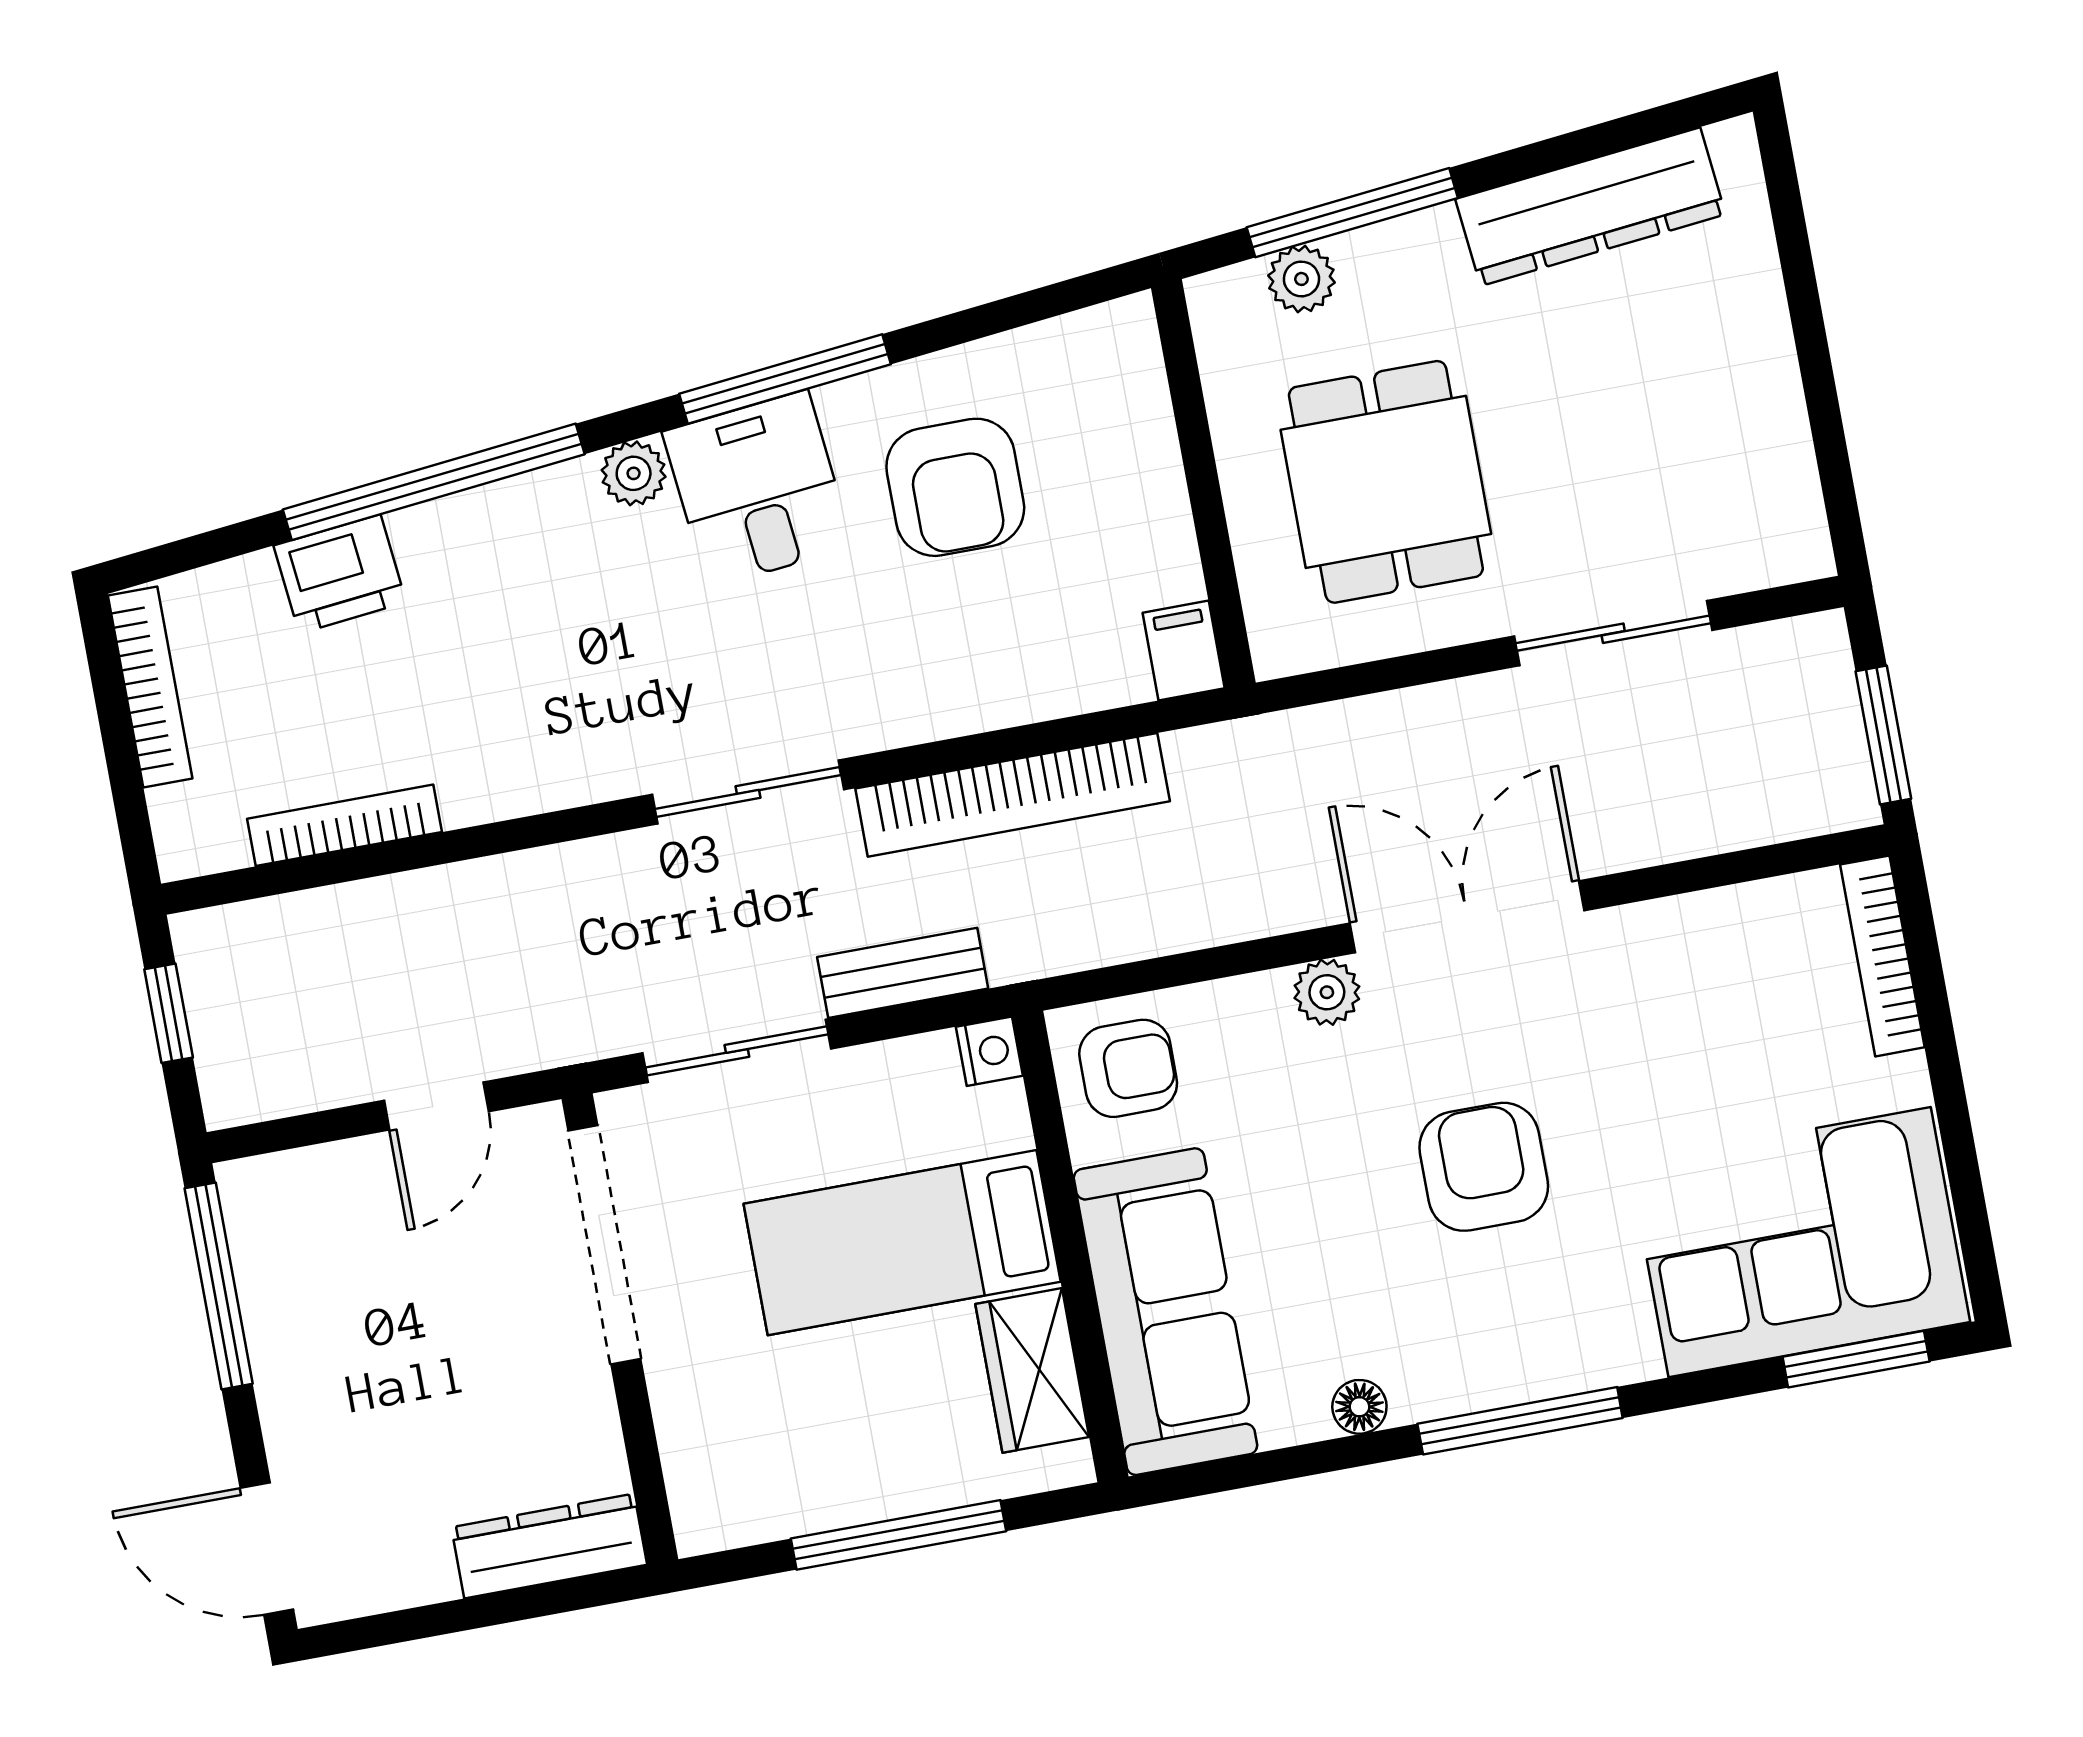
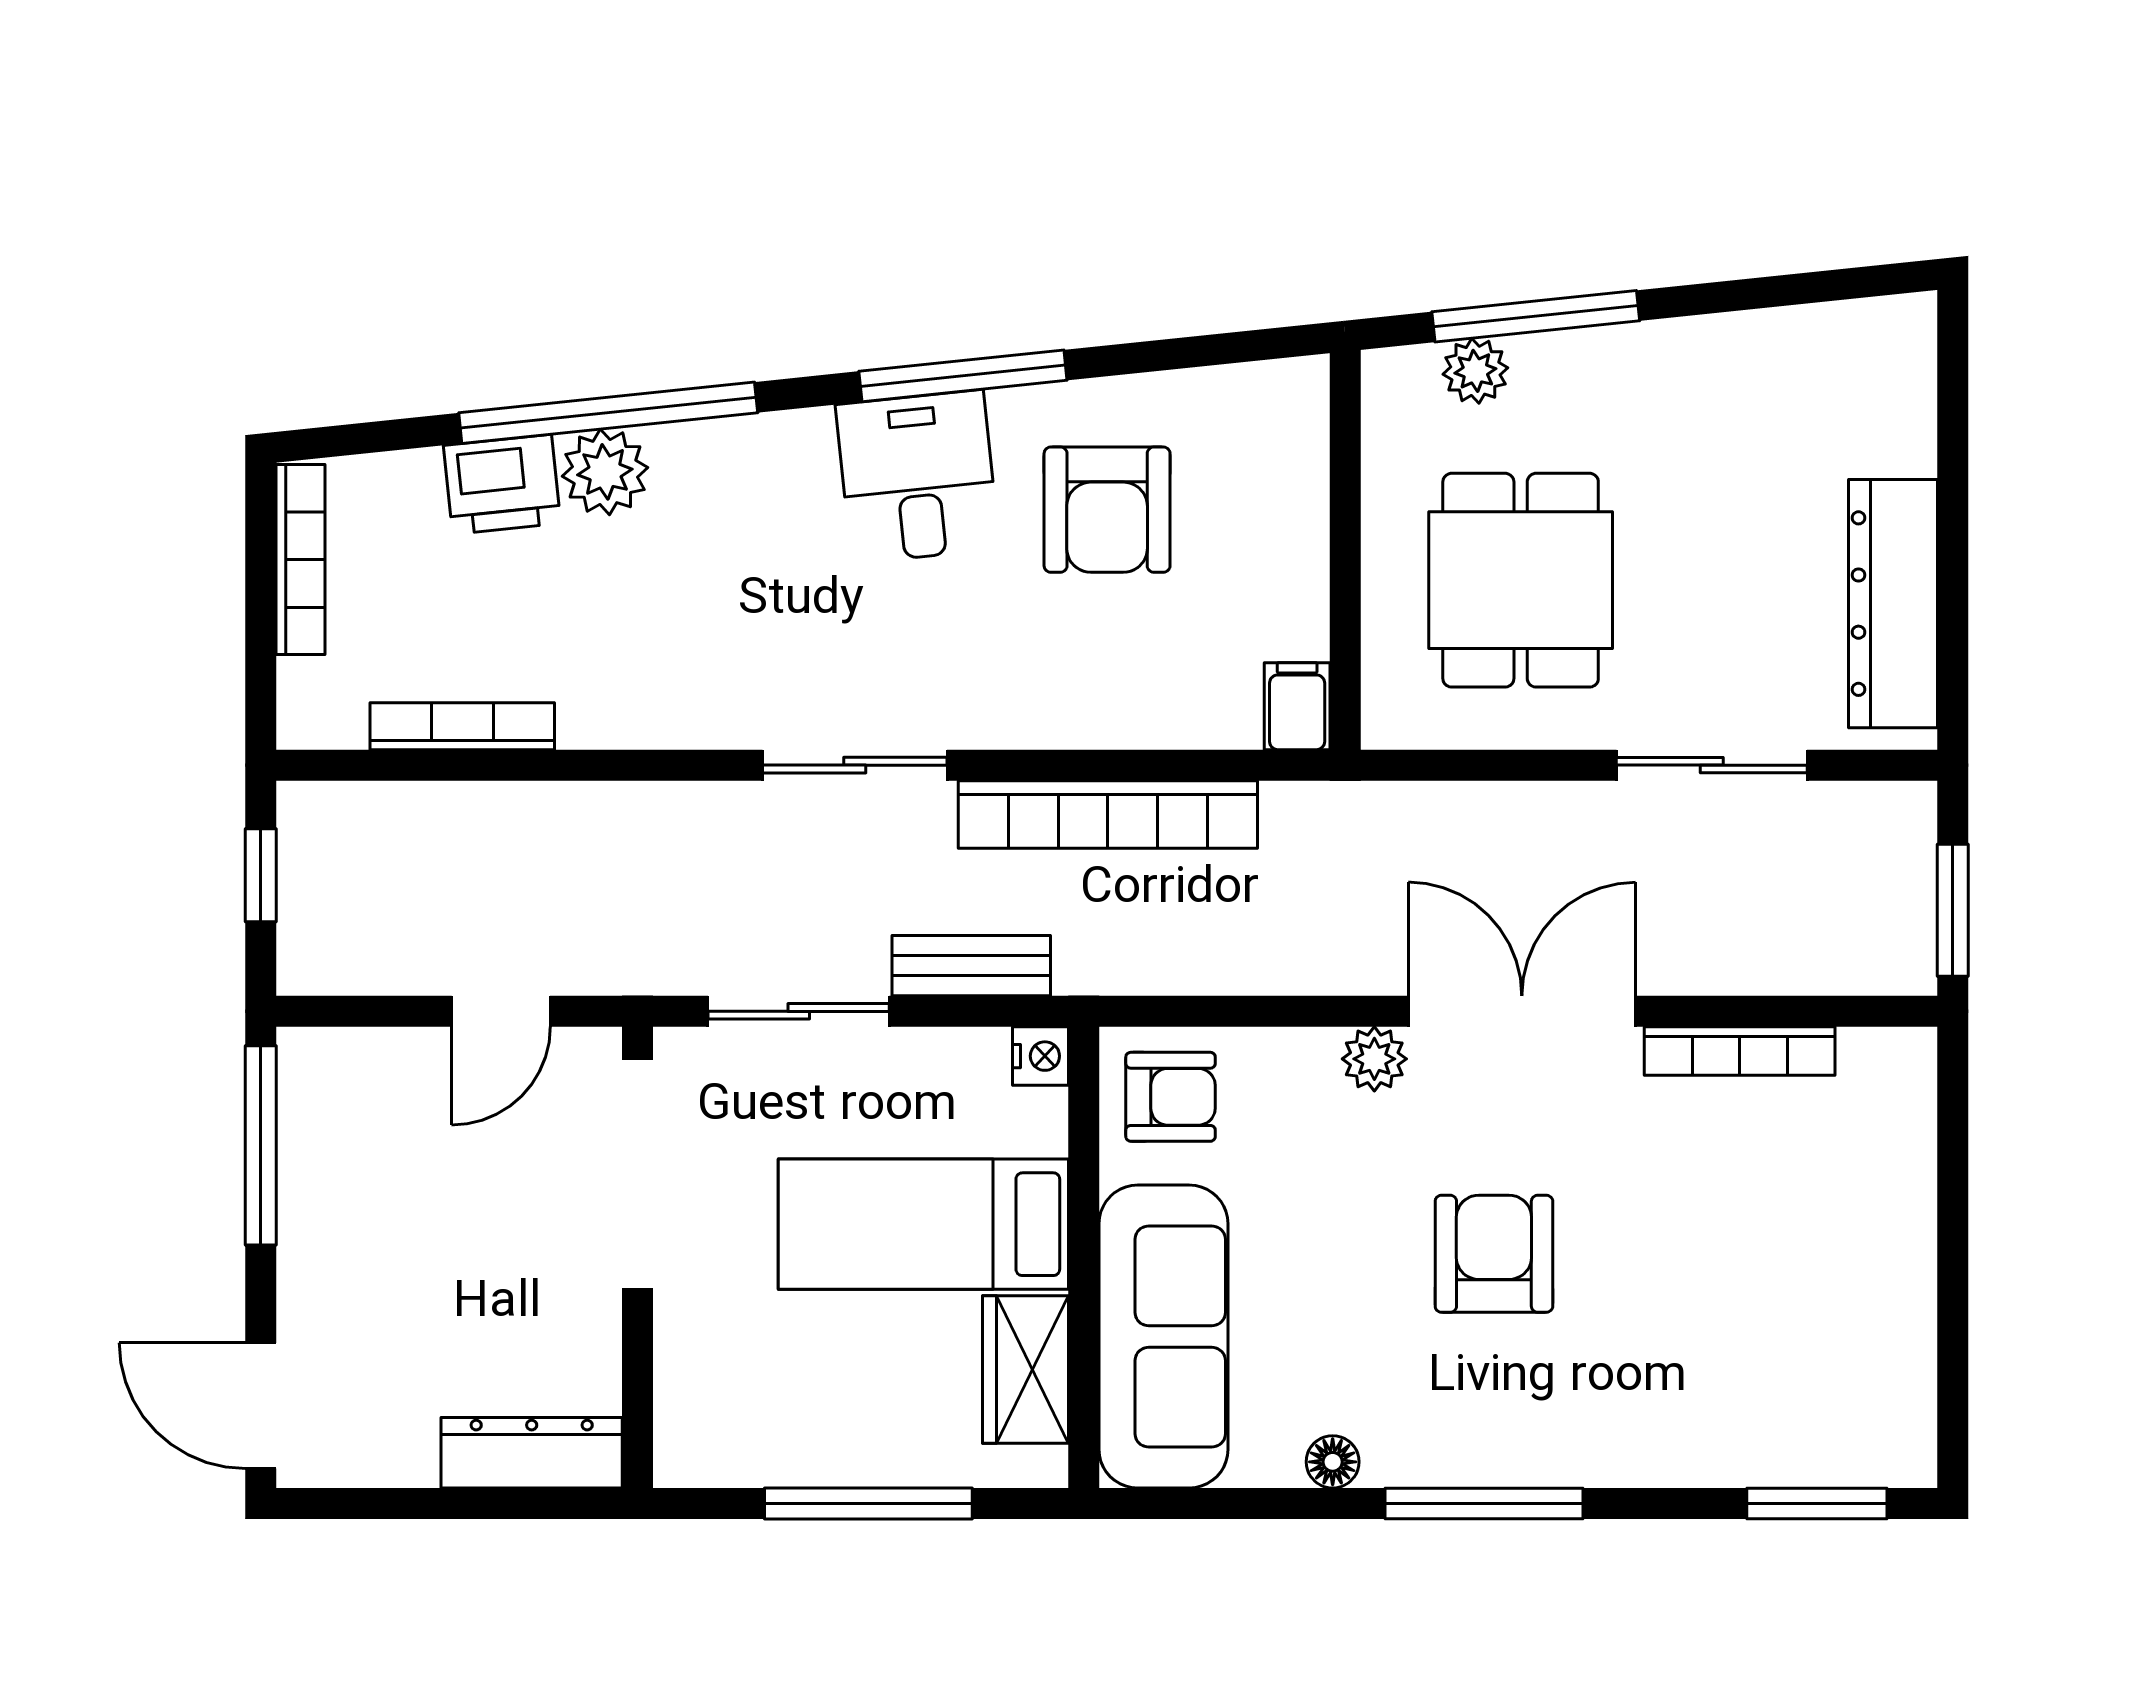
dresser: (1590, 207) -> (1893, 604), moved, turned 96
plant: (634, 473) -> (605, 472), moved, width x1.38, depth x1.38
bookcase: (1882, 956) -> (1740, 1051), moved, turned -90
corner sofa: (1800, 1242) -> (1783, 1382), removed

